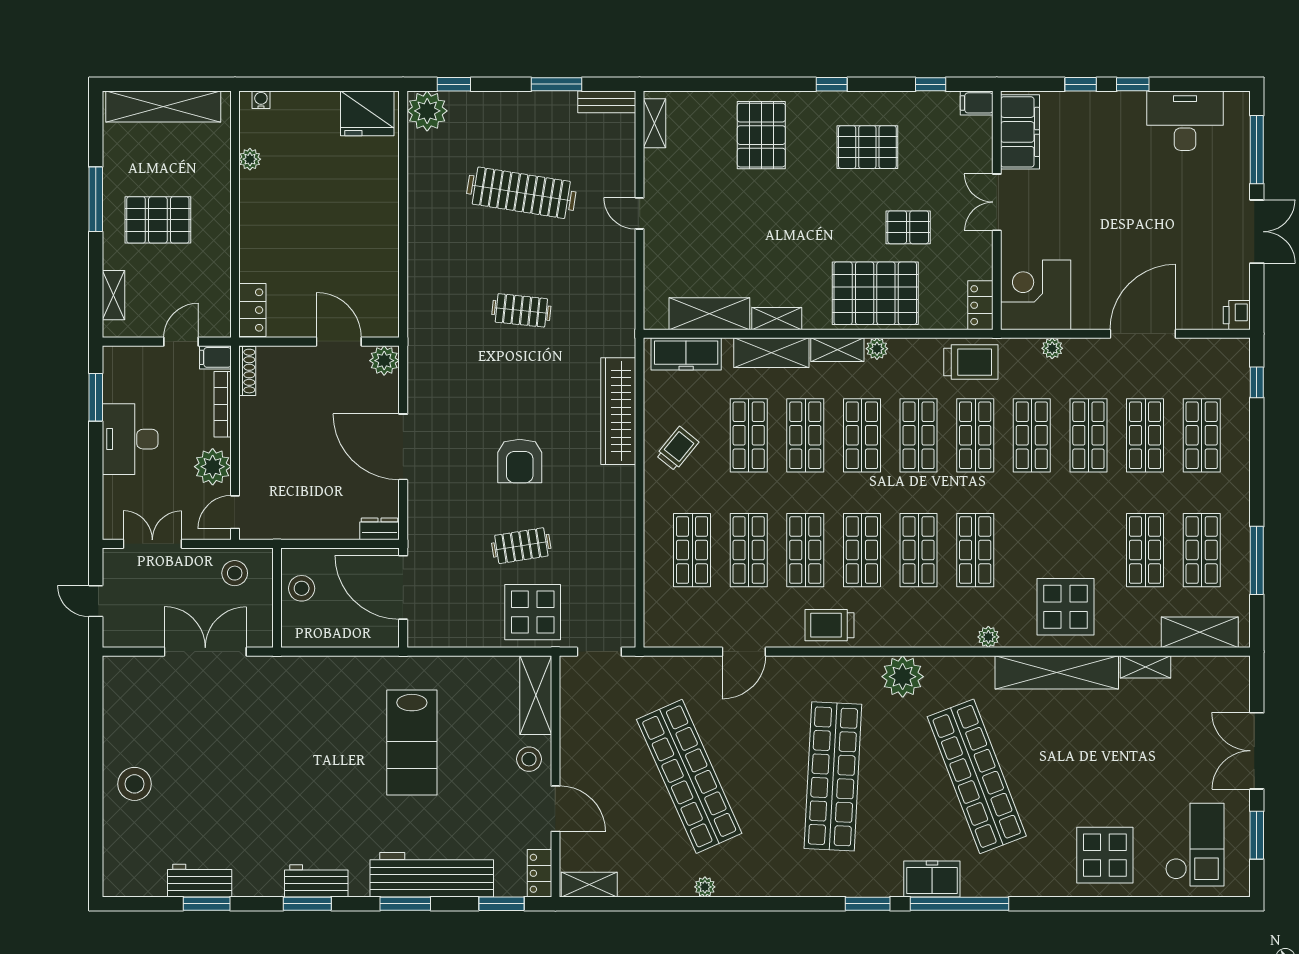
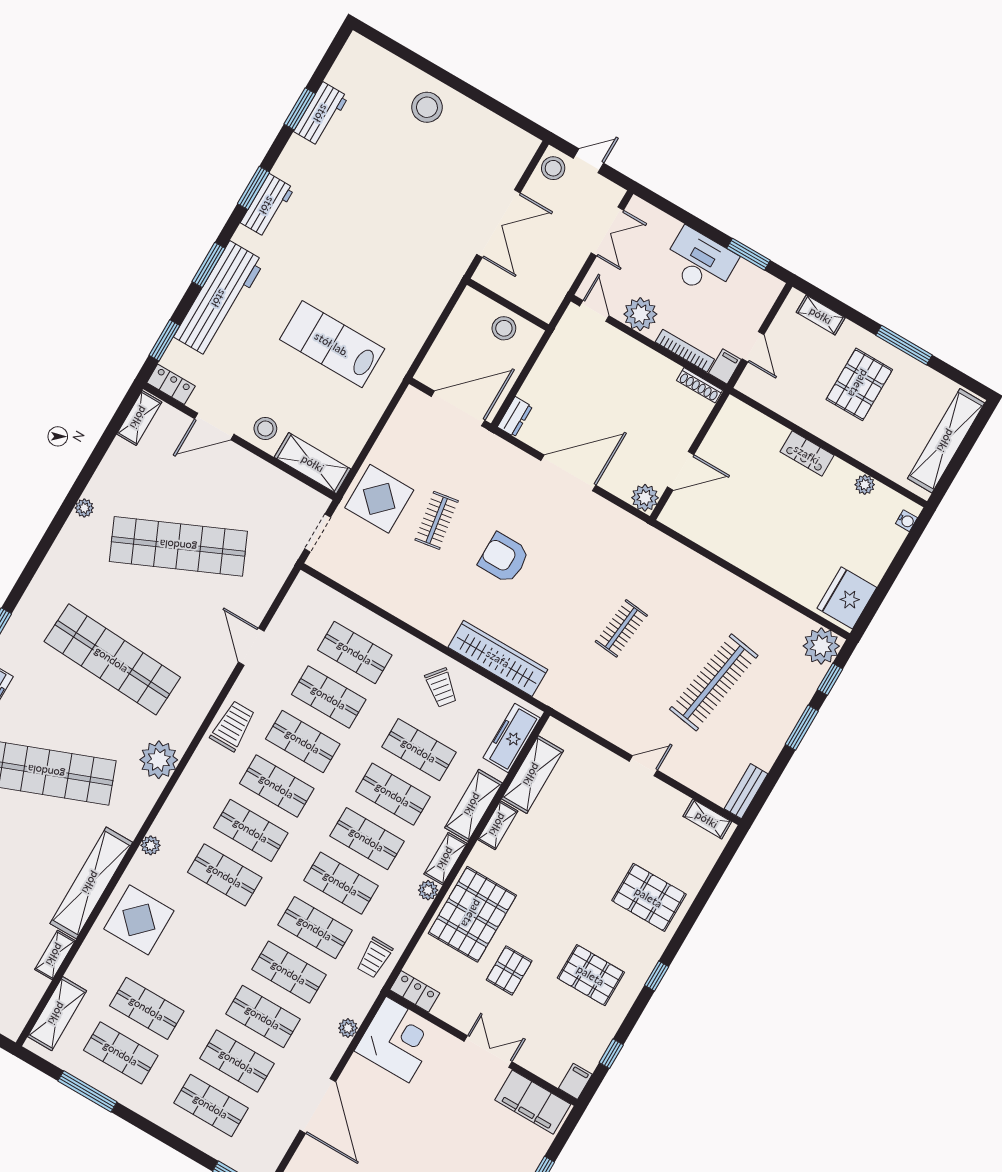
window: (557, 84) -> (802, 728), moved
pallet: (867, 147) -> (591, 975), turned 90
locker: (252, 310) -> (807, 454), moved
trolley: (971, 362) -> (375, 958), width x0.73, depth x0.72
stool: (235, 573) -> (553, 168), moved

